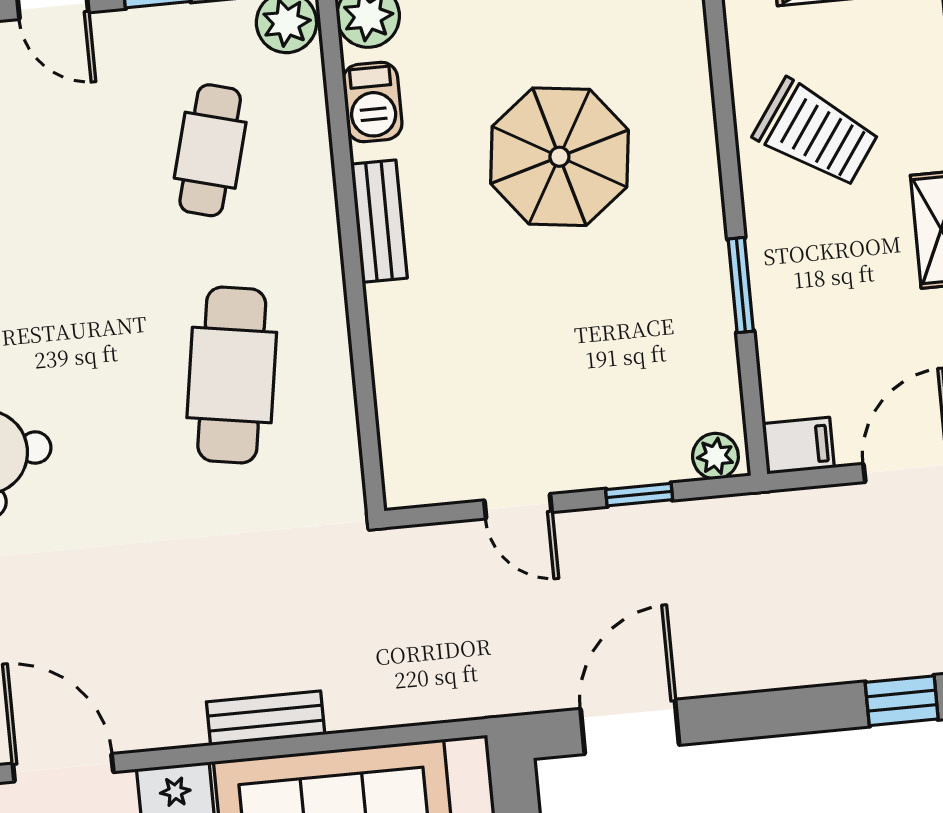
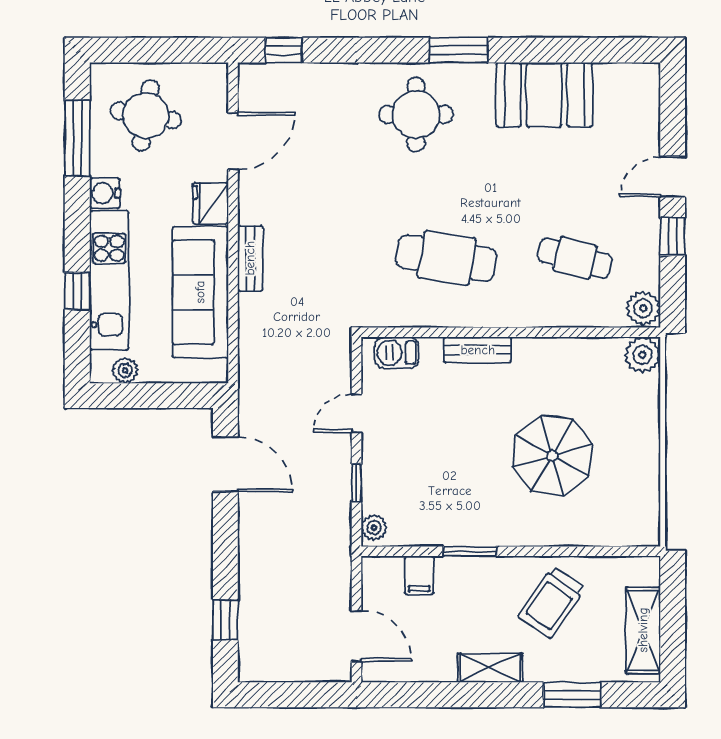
barbecue: (372, 102) -> (397, 353), moved
bench: (379, 221) -> (478, 350), moved
filing cabinet: (798, 446) -> (419, 575), moved

